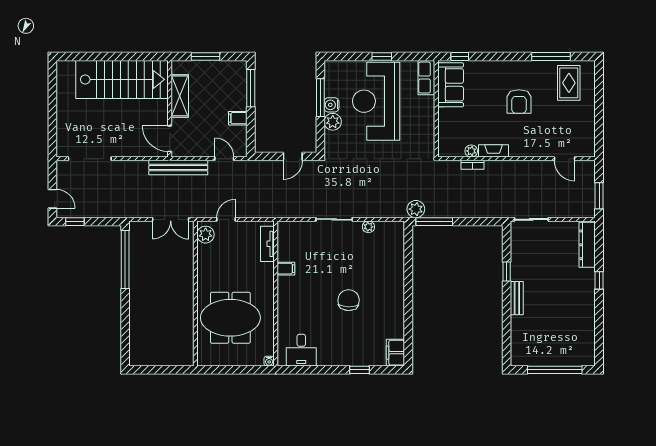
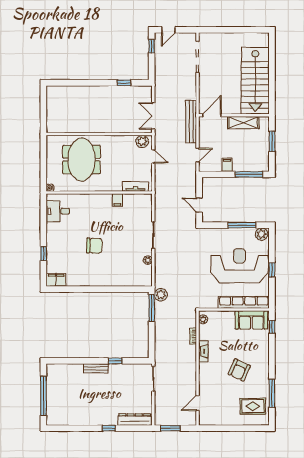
row of seats: (426, 78) -> (244, 302), width x2.02
armchair: (519, 102) -> (239, 370), turned -65
water cooler: (331, 105) -> (237, 233), removed
plant: (333, 122) -> (262, 234), moved
plant: (471, 151) -> (203, 319), moved
window: (125, 260) -> (124, 83), width x0.32

